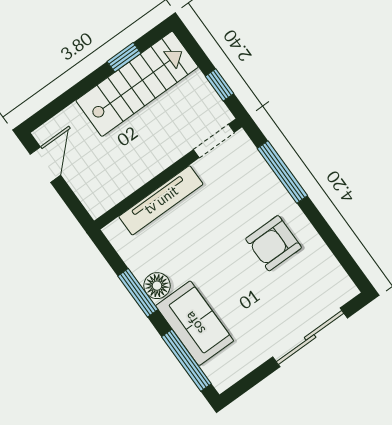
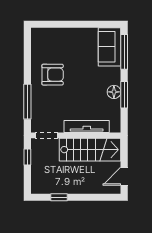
stairs: (137, 84) -> (90, 150), moved, turned 180
sofa: (195, 323) -> (110, 47), moved
sliding door: (310, 337) -> (66, 24), removed

